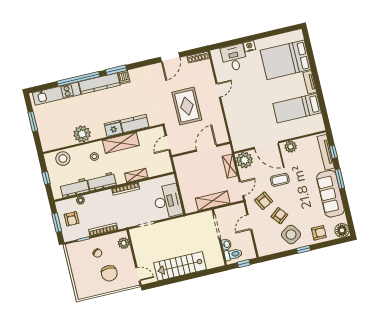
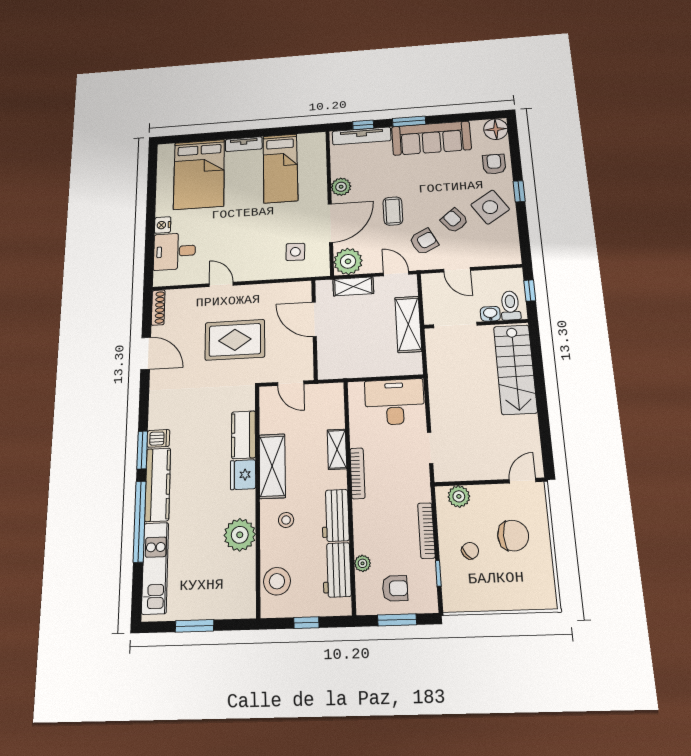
side table: (245, 129) -> (295, 252), added
stairs: (180, 266) -> (515, 369), moved

